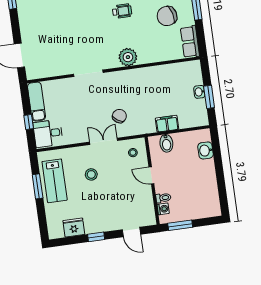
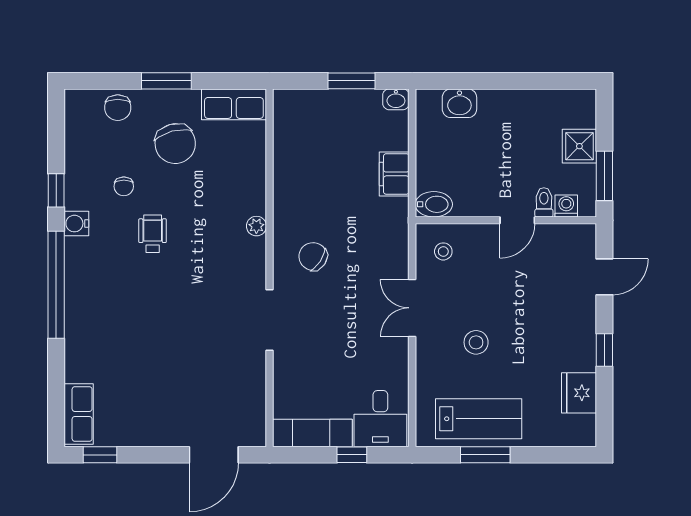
plant: (128, 57) -> (256, 226), width x0.53, depth x0.53
washbasin: (199, 92) -> (396, 99), moved
chair: (119, 116) -> (313, 256), moved
bidet: (166, 143) -> (434, 204), moved
door: (151, 175) -> (517, 220), moved
shower: (193, 211) -> (579, 146), added

